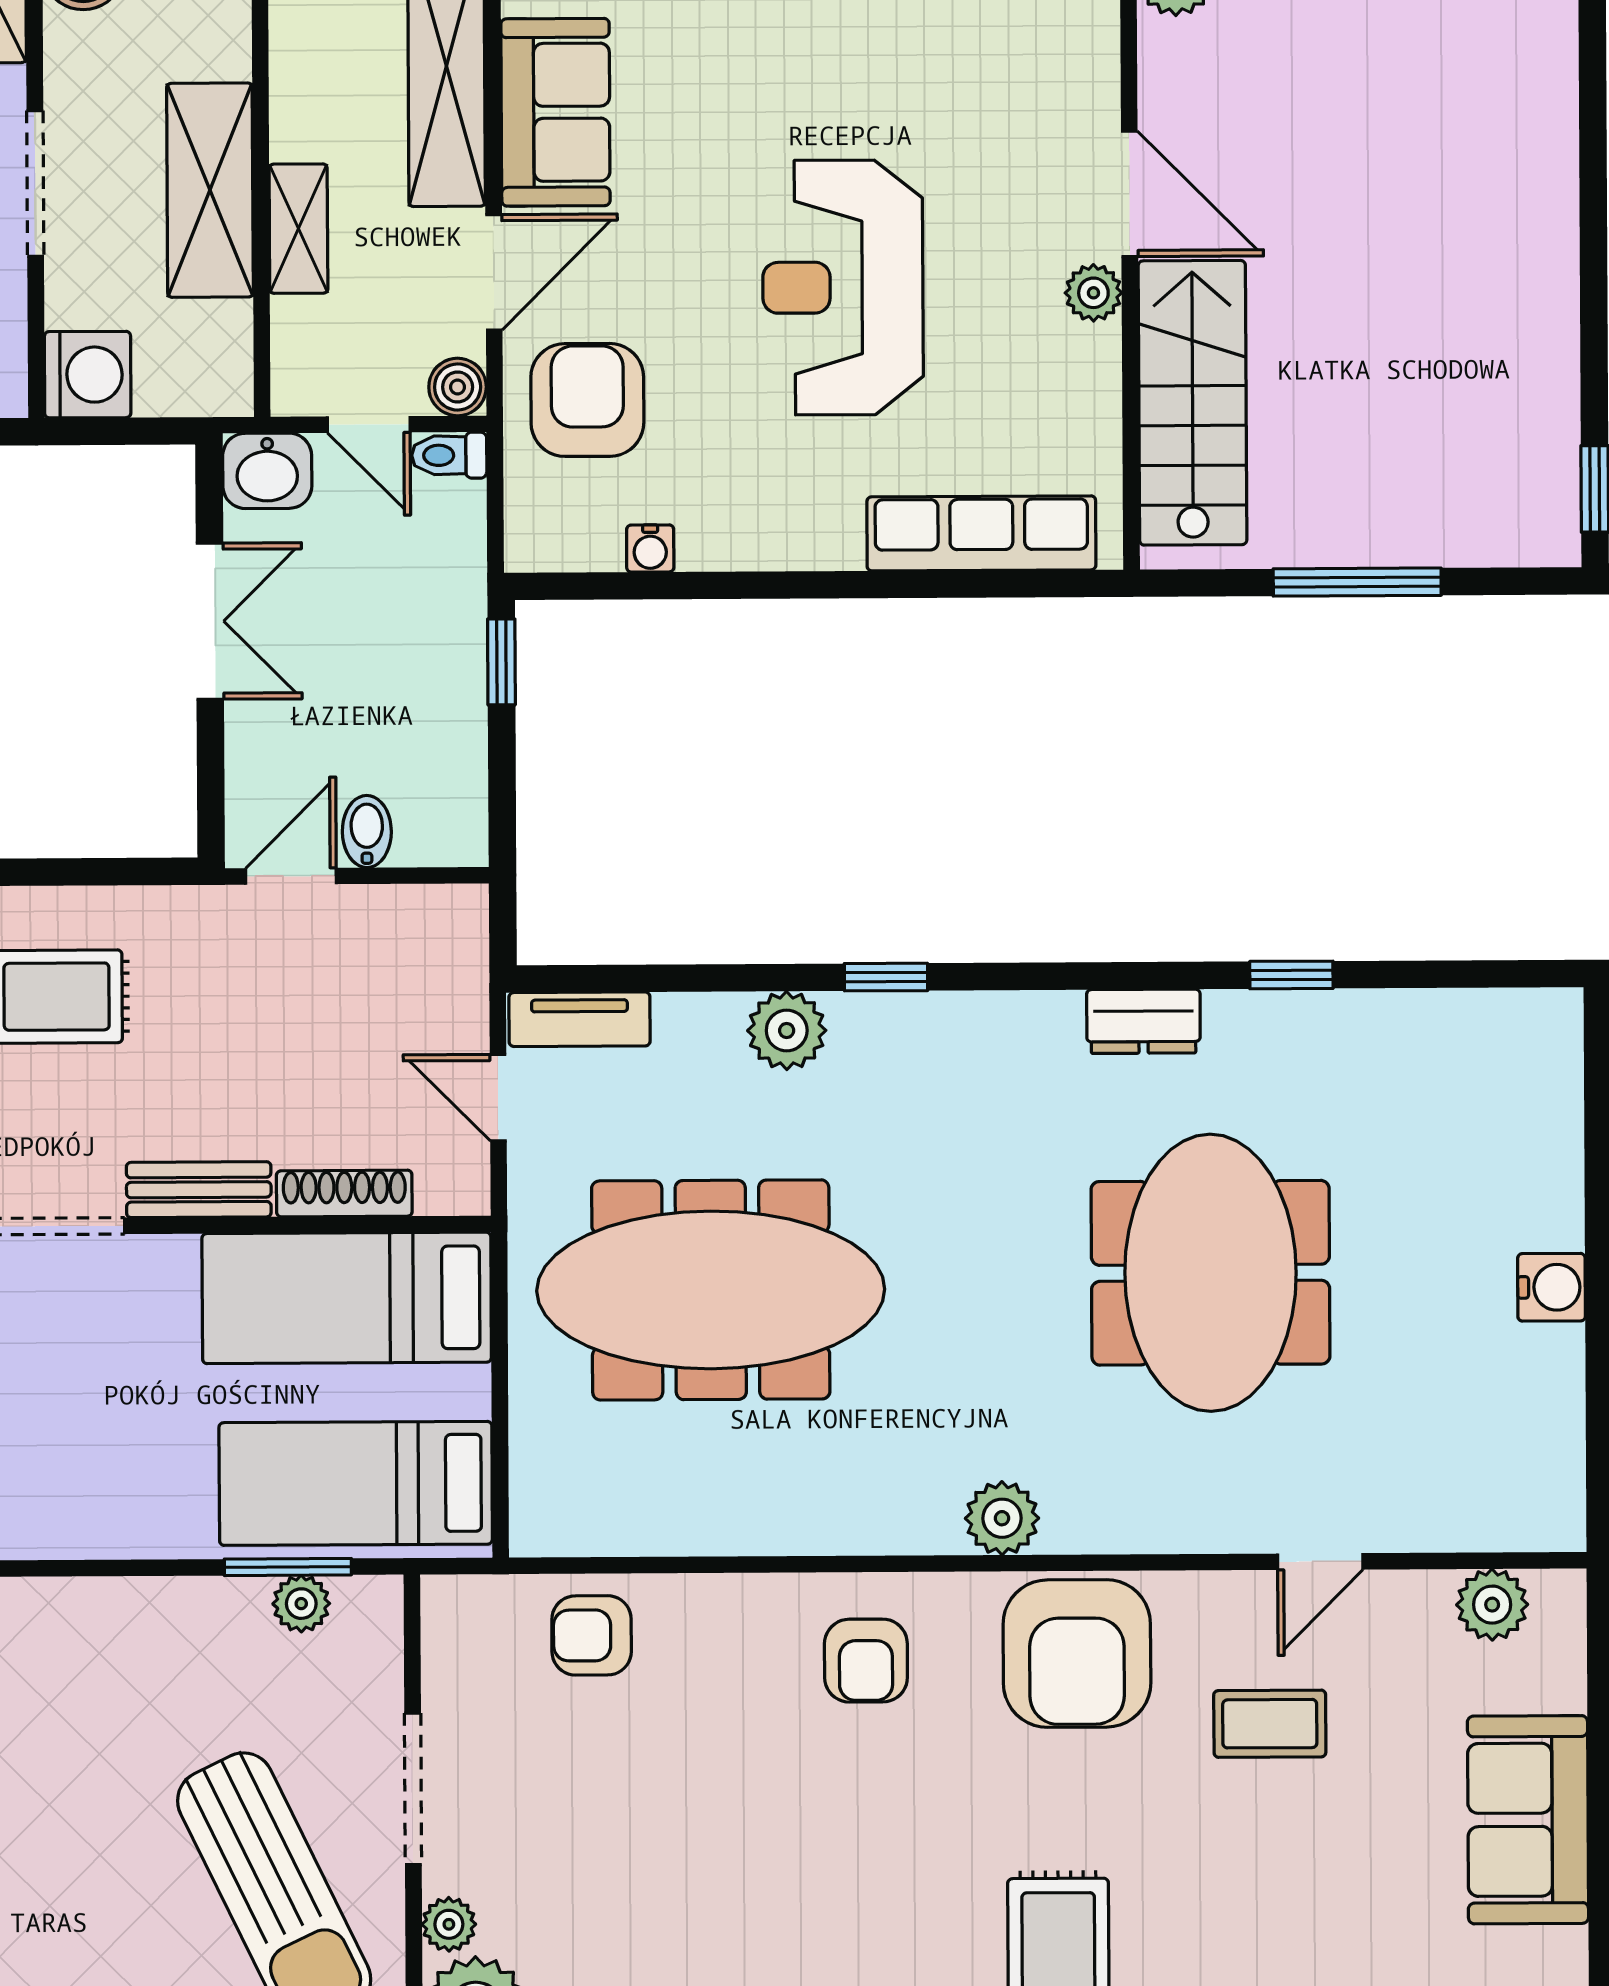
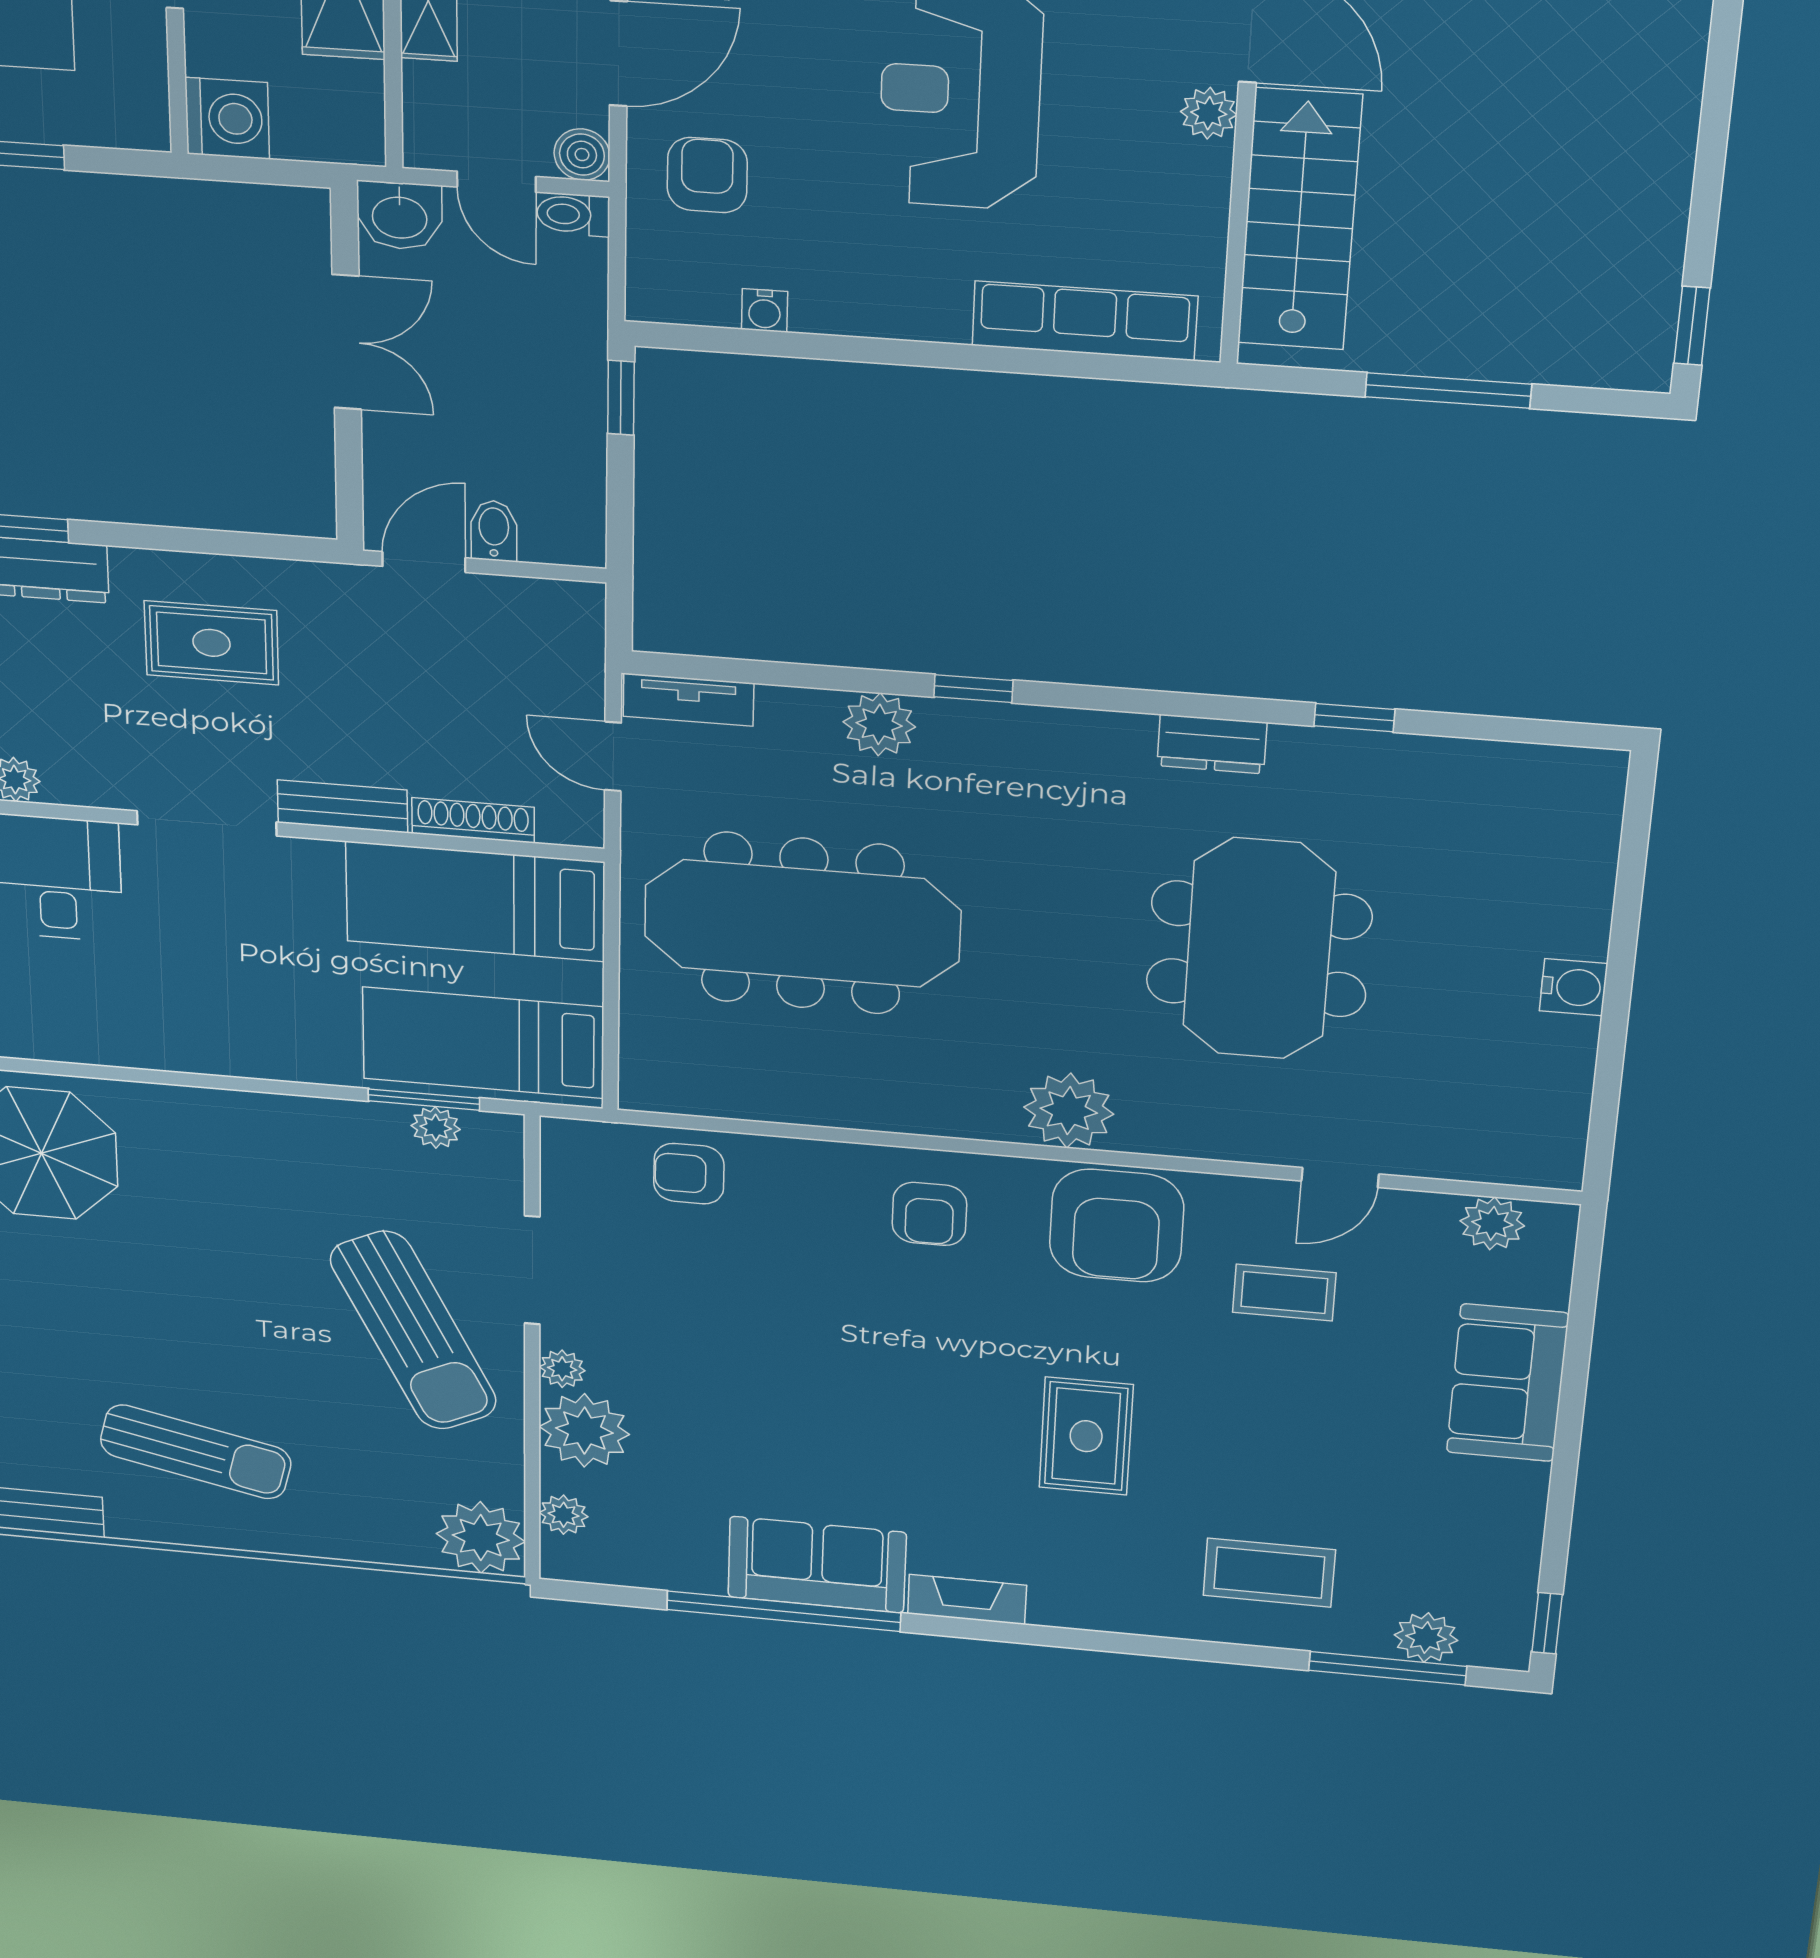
armchair: (587, 400) -> (707, 175), width x0.72, depth x0.72
plant: (1002, 1518) -> (1069, 1111), width x1.36, depth x1.36

